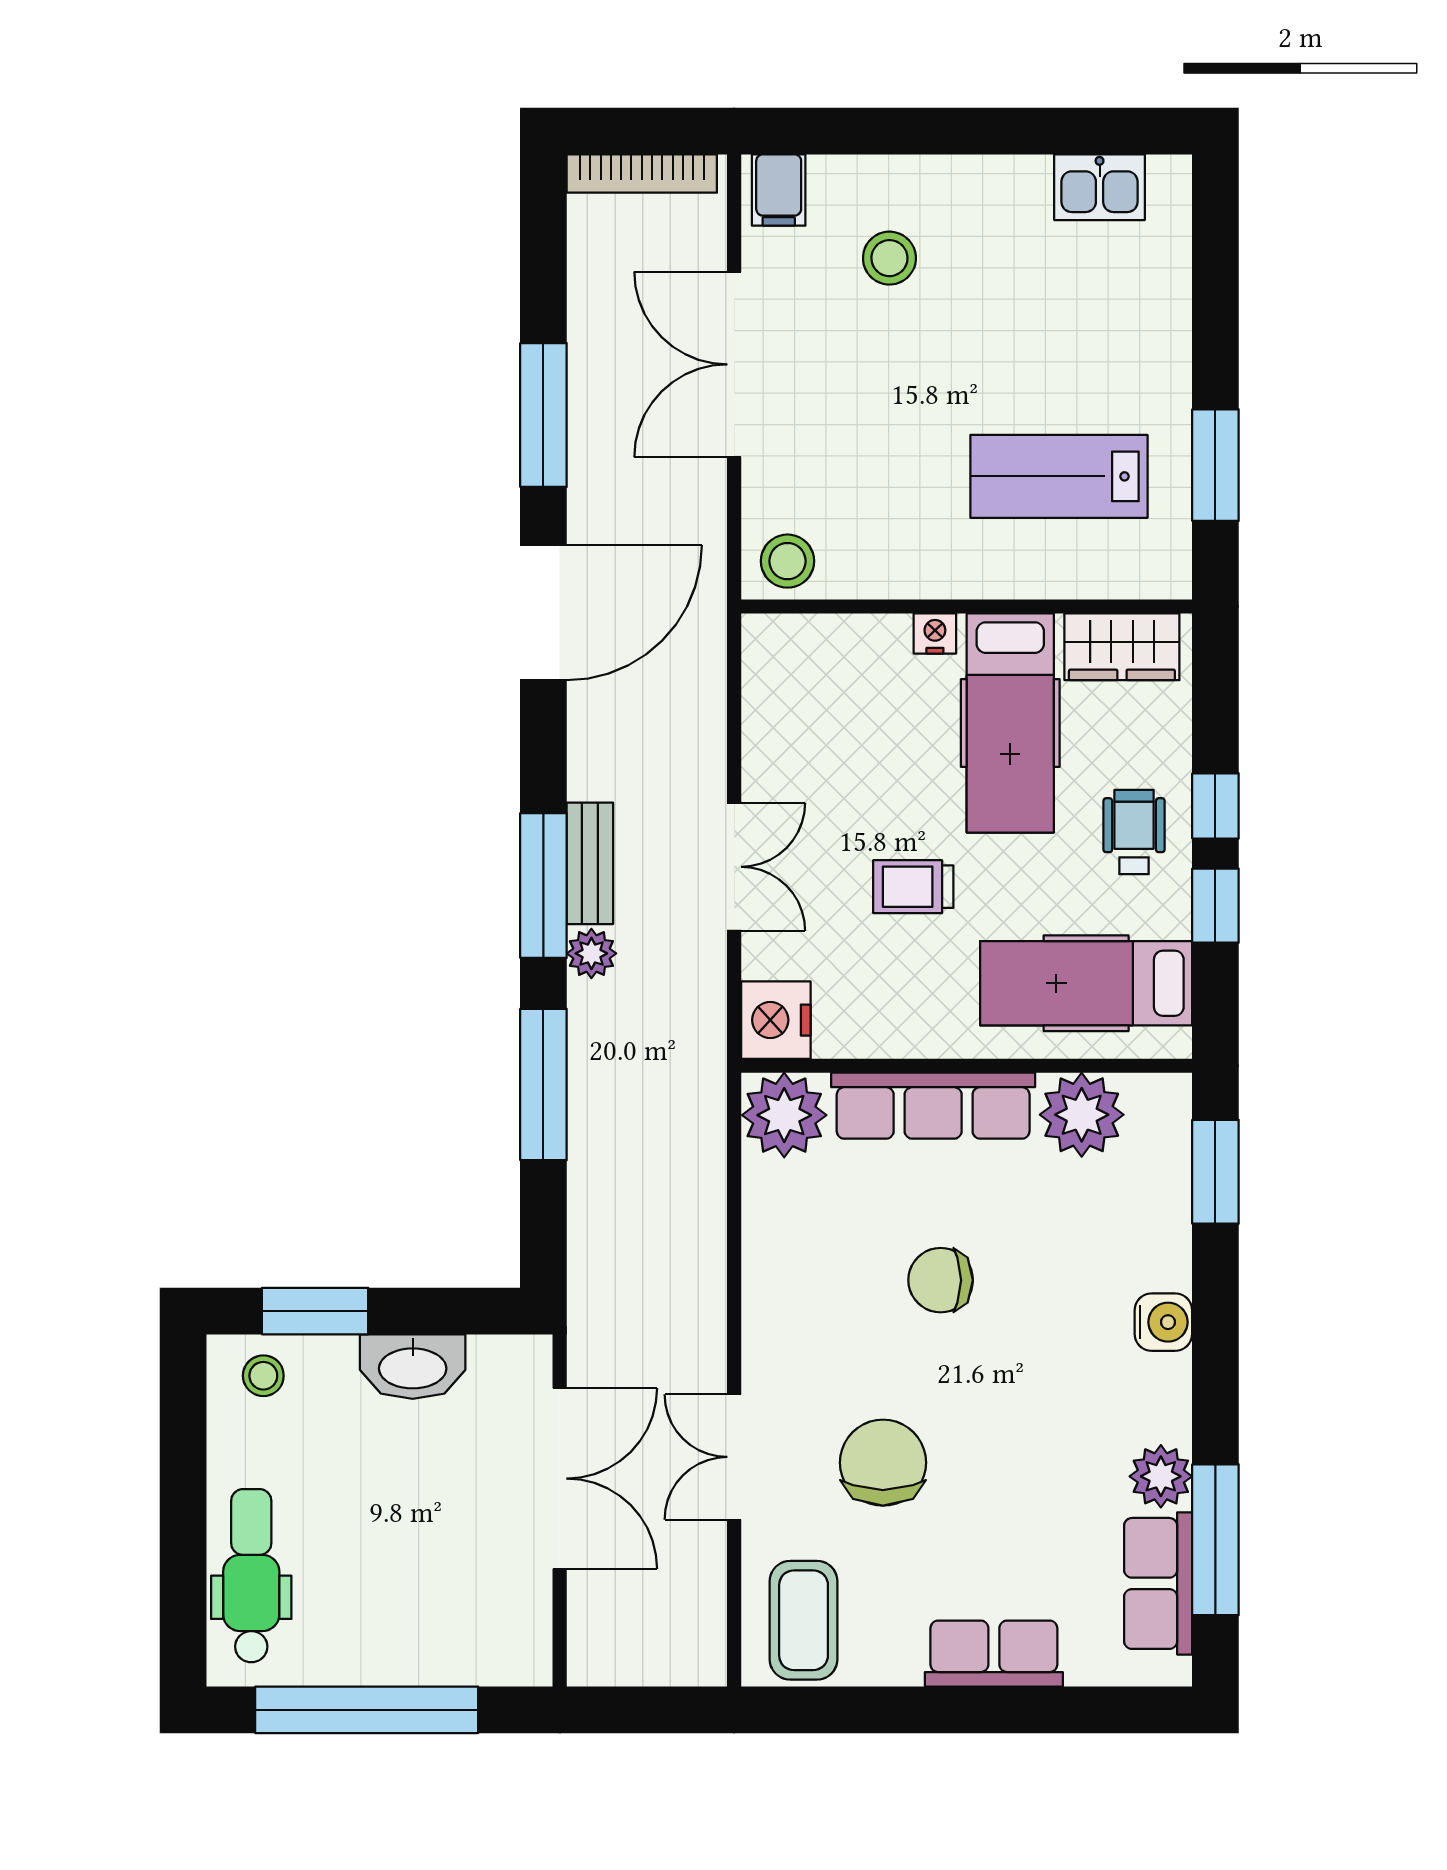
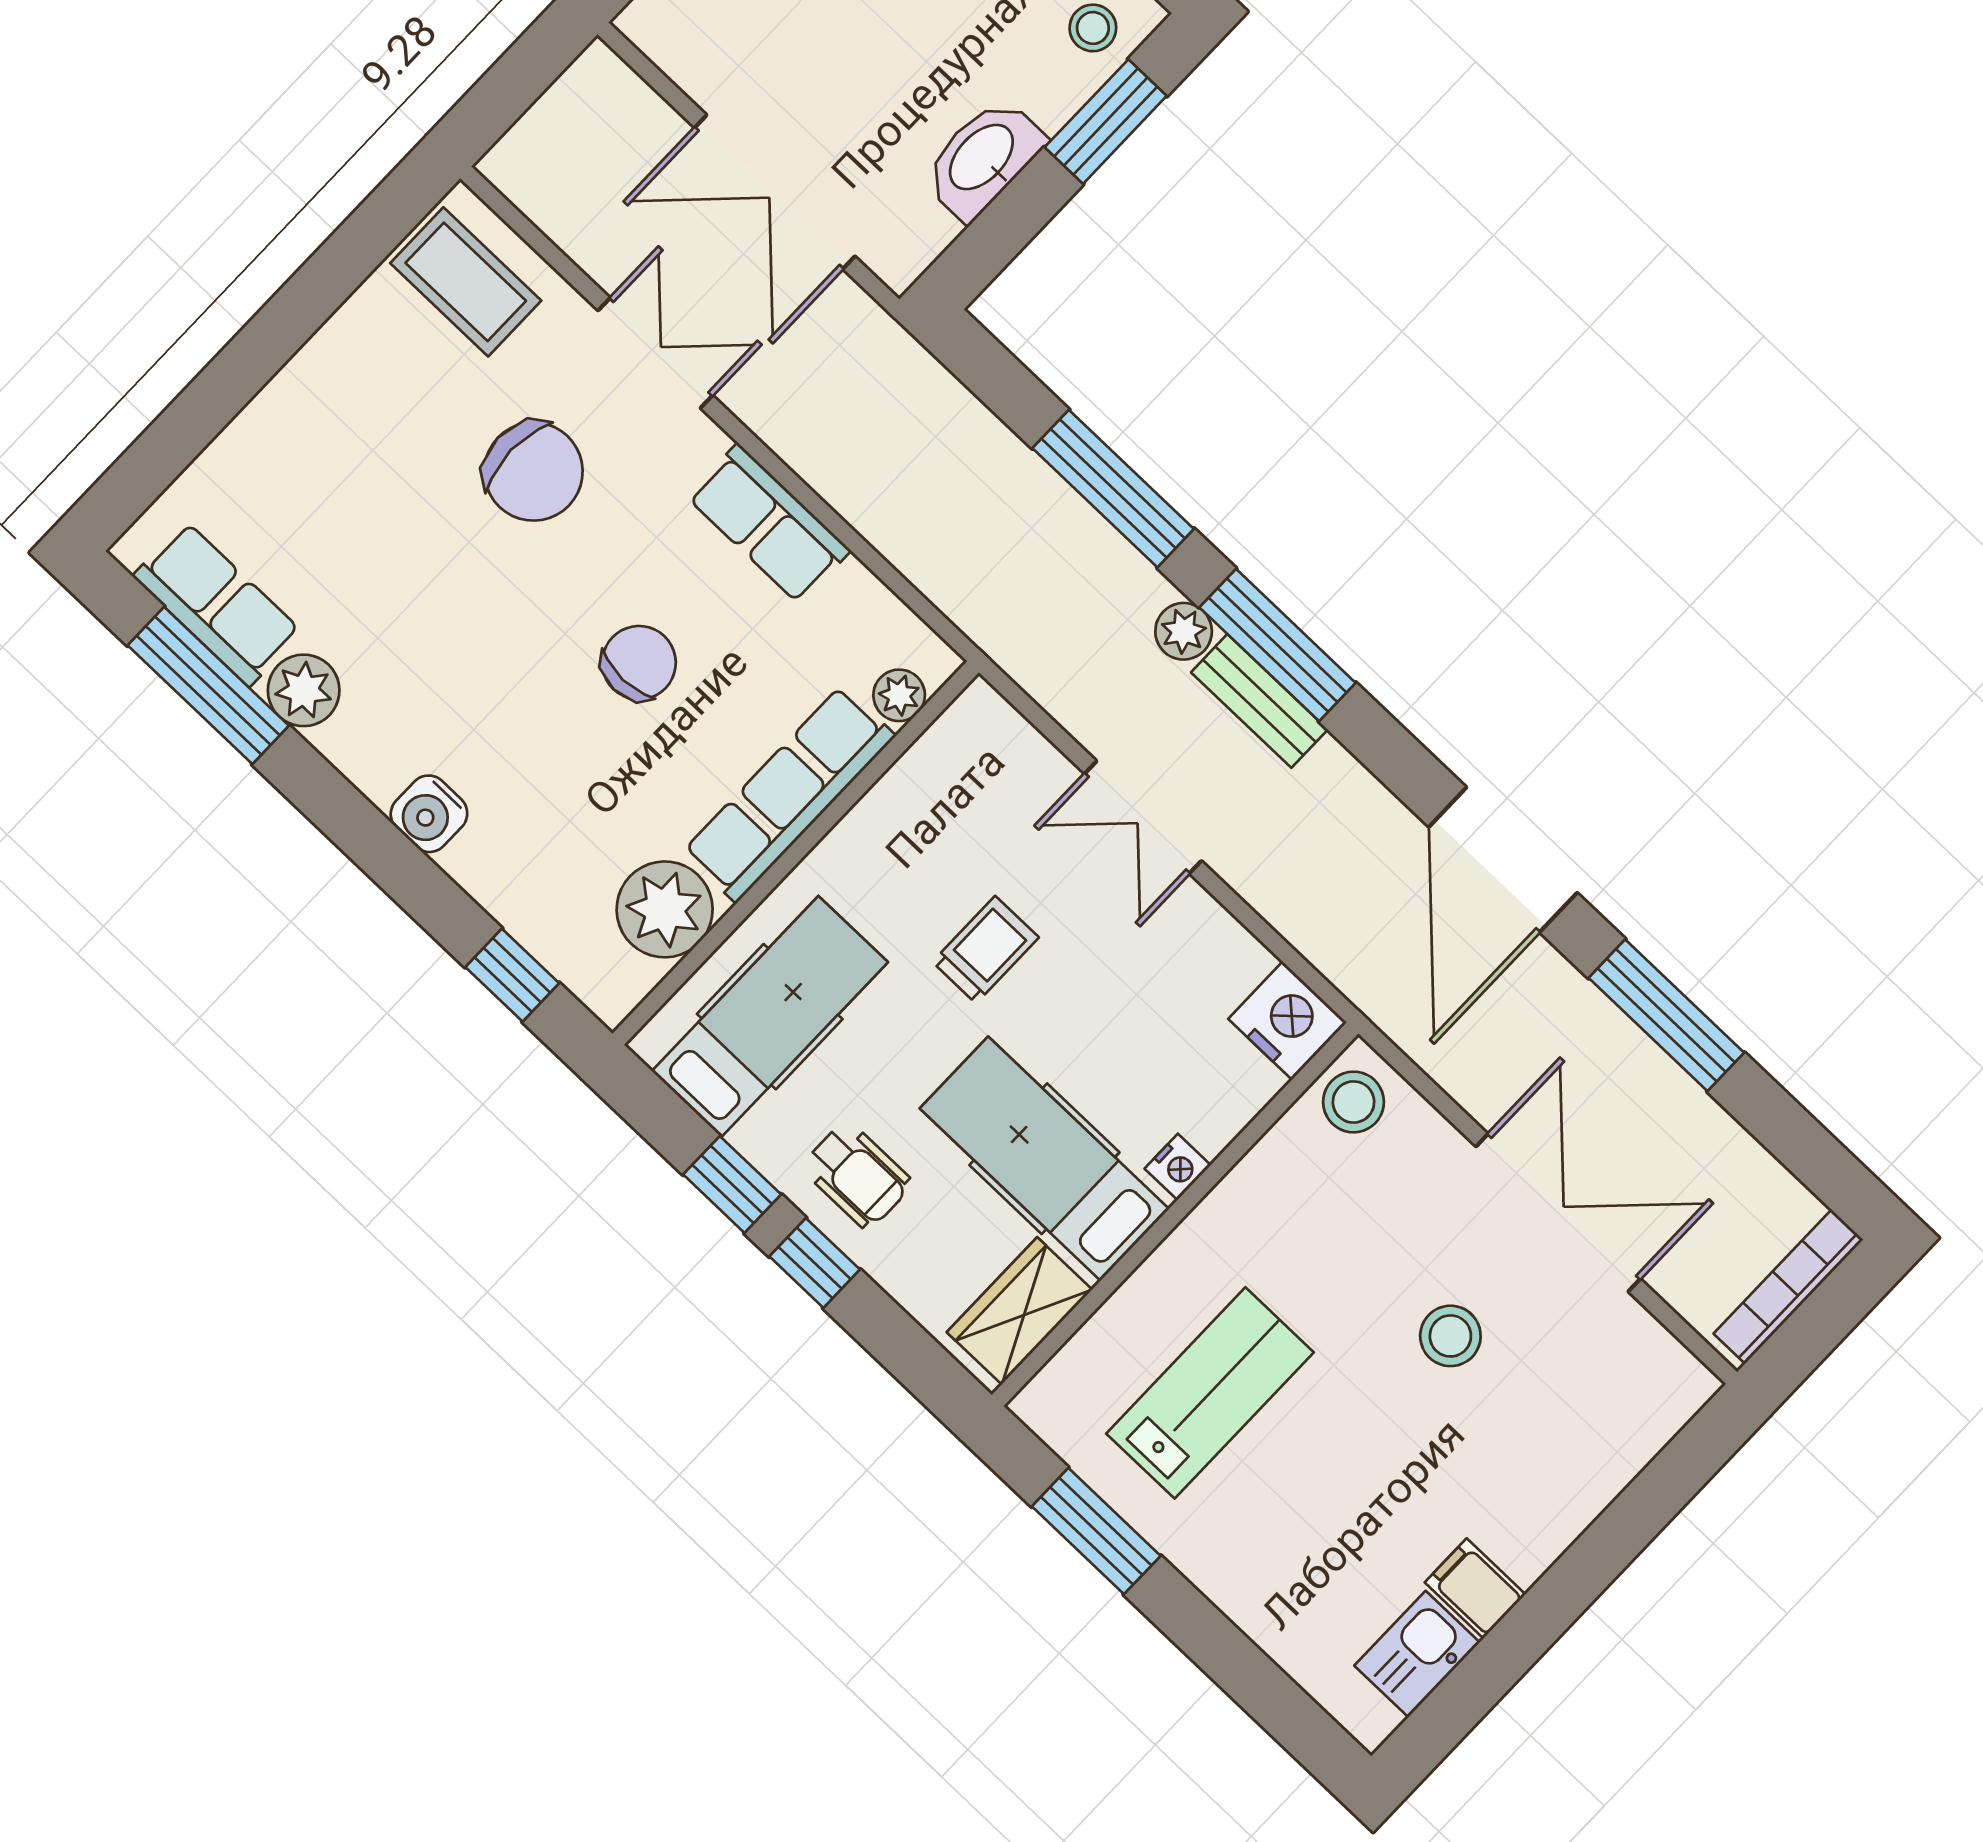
filing cabinet: (779, 190) -> (1475, 1588), moved
stool: (889, 258) -> (1450, 1336), moved
nightstand: (776, 1020) -> (1287, 1021), moved
plant: (784, 1115) -> (899, 695), width x0.53, depth x0.53
window: (1215, 1172) -> (512, 975), width x0.67
row of seats: (994, 1654) -> (769, 524), moved, turned 90

